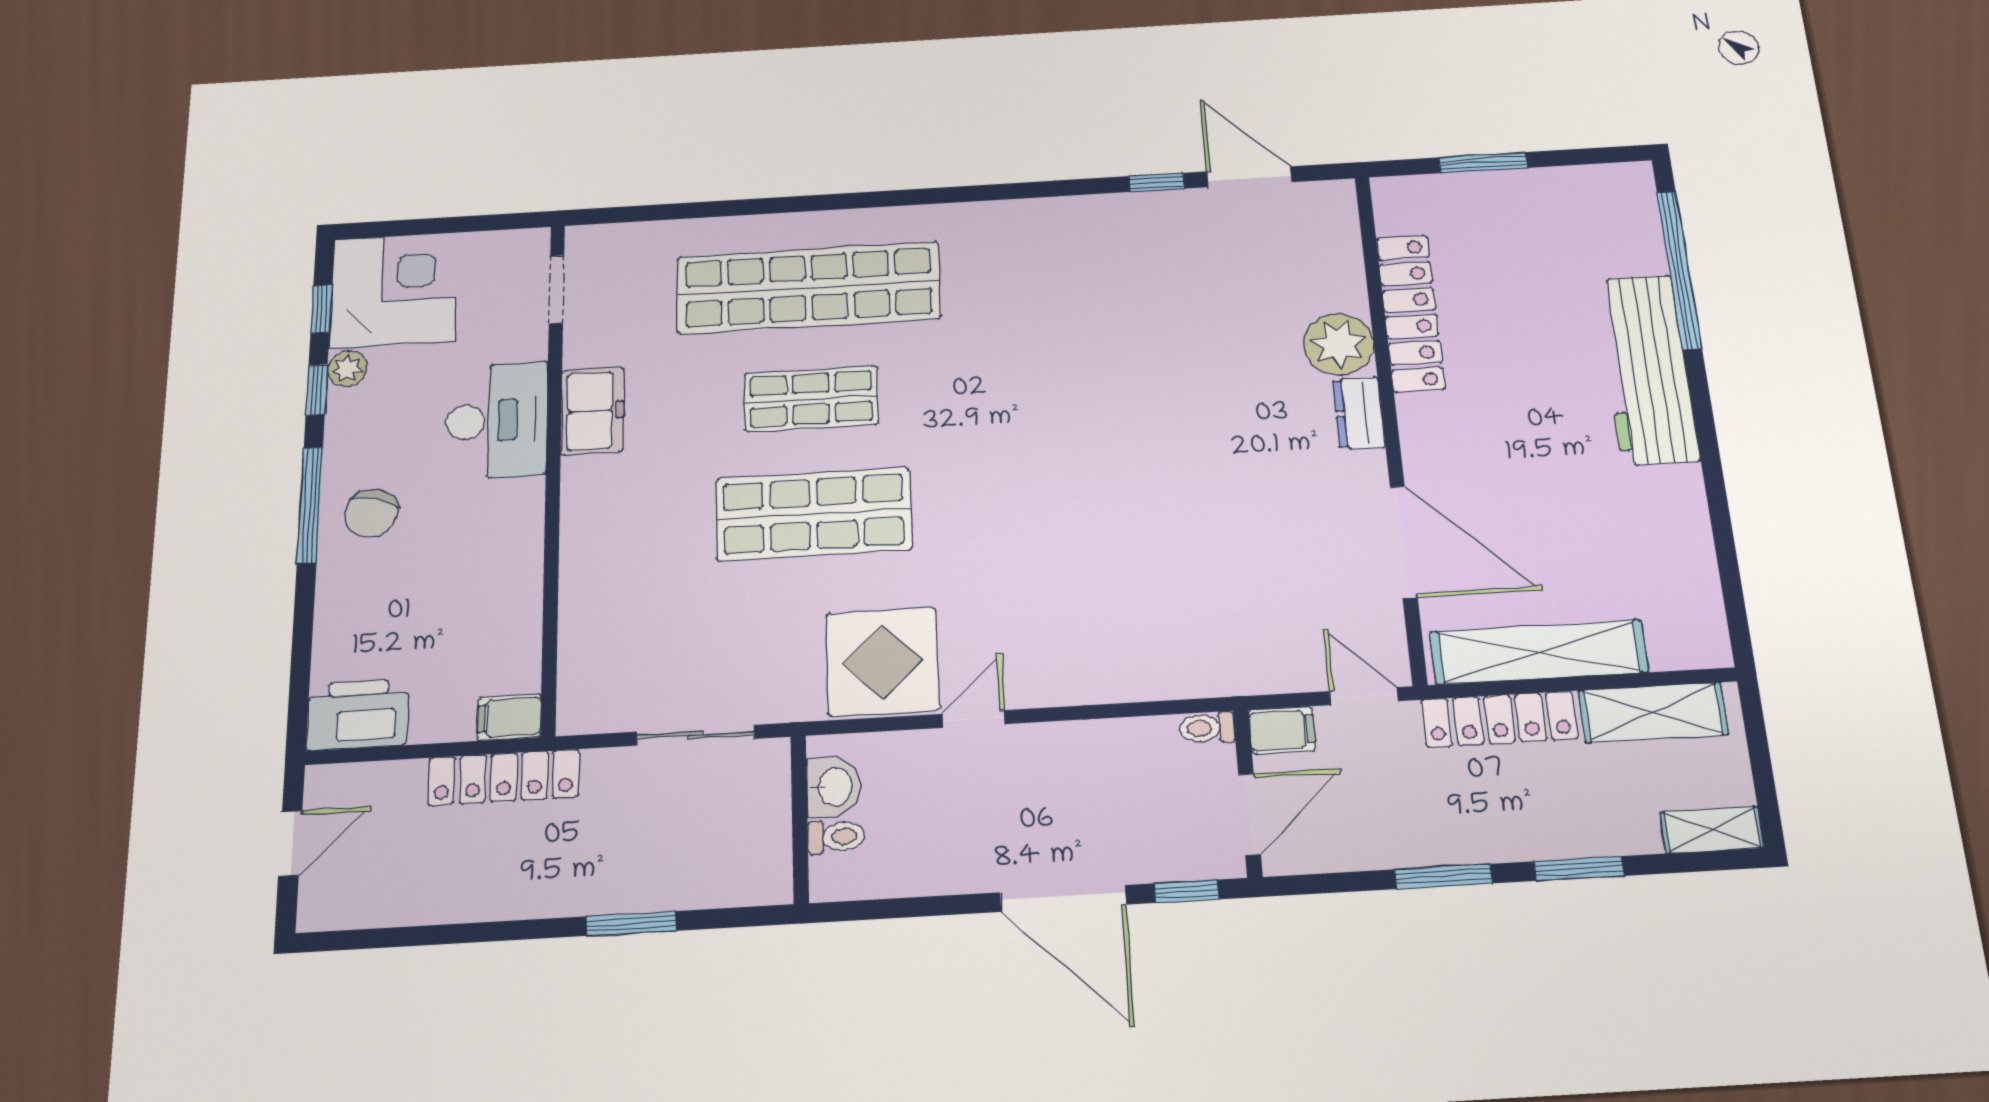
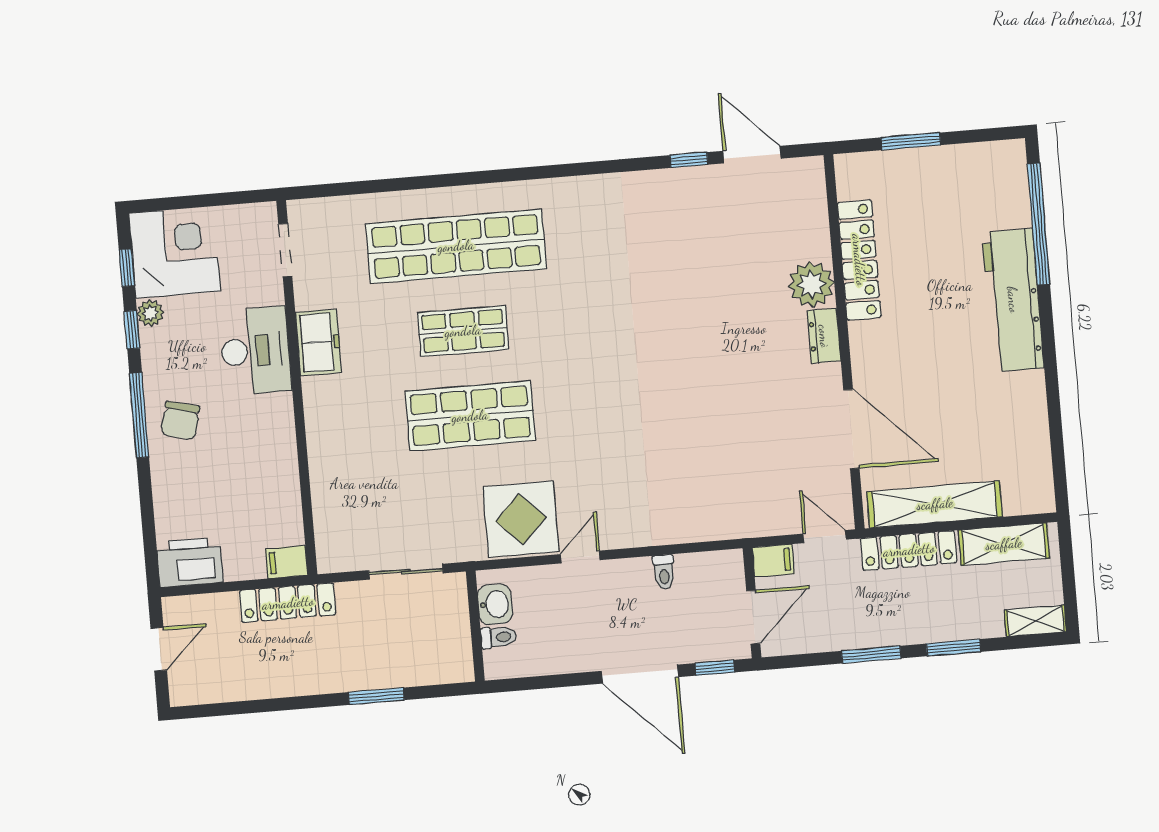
toilet: (1207, 728) -> (664, 572), moved, turned -90

